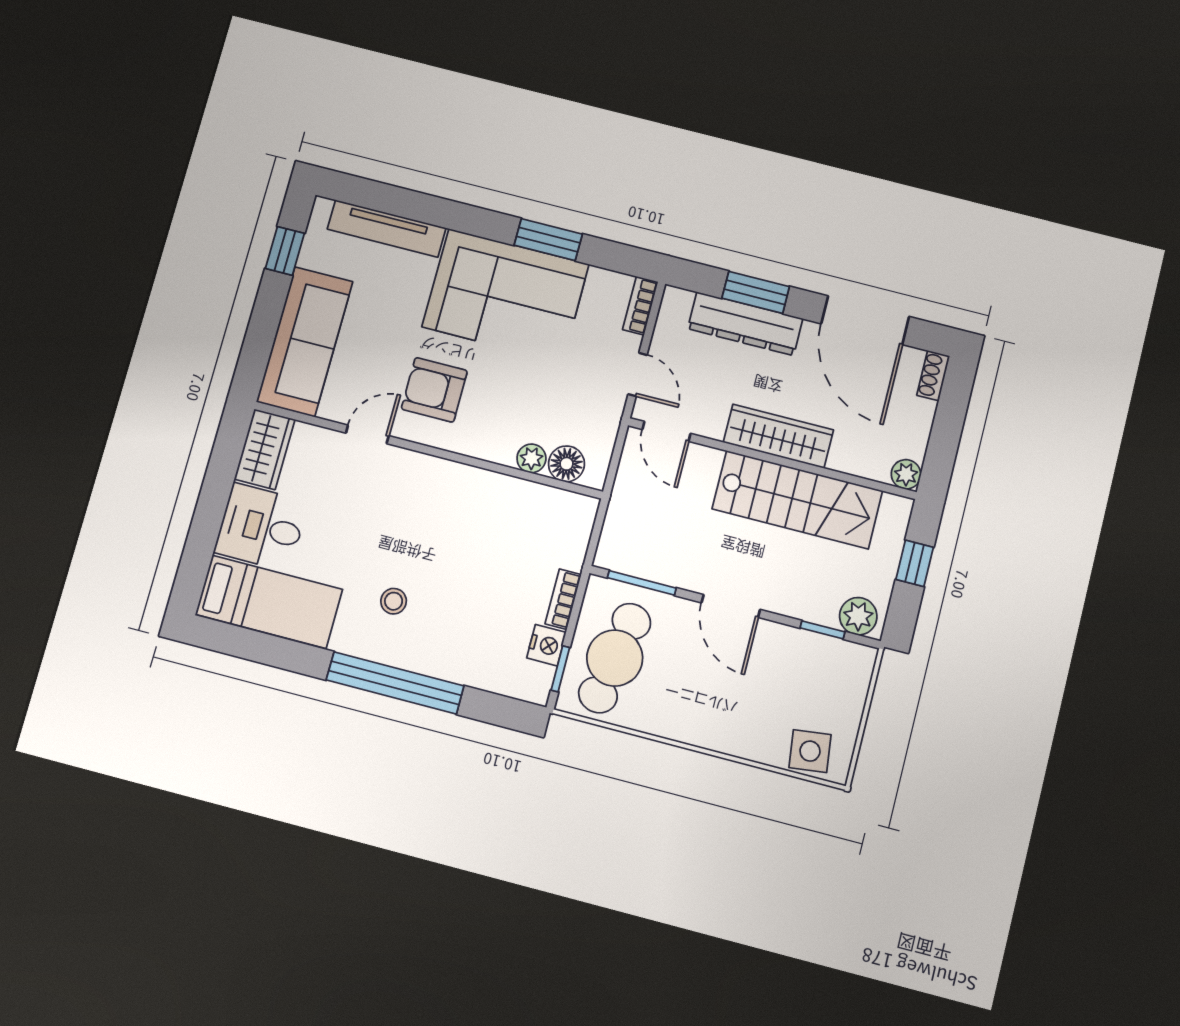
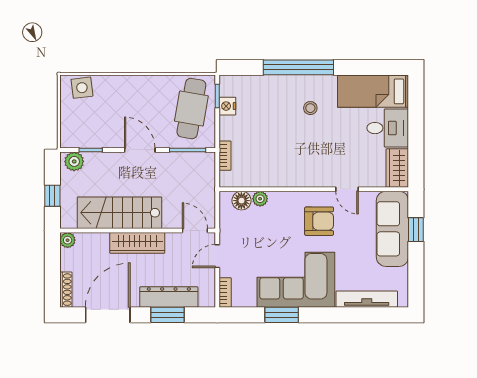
window: (285, 251) -> (416, 230), moved
door: (865, 320) -> (108, 315), hinge flipped
door: (638, 375) -> (217, 256), hinge flipped
shoe rack: (933, 376) -> (66, 290), width x1.43
door: (367, 434) -> (347, 189), hinge flipped
bookcase: (563, 599) -> (225, 156), moved

